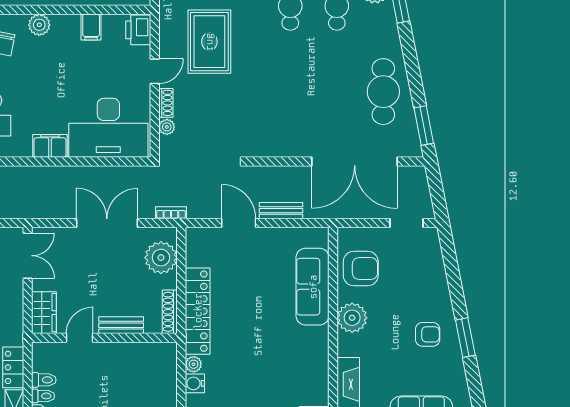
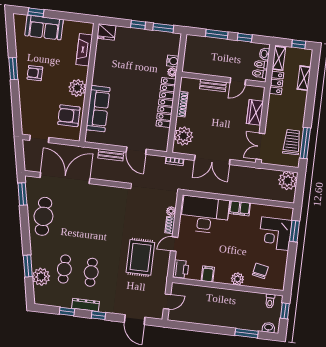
bench: (121, 325) -> (213, 86), moved
door: (80, 338) -> (238, 81), moved
wall: (104, 338) -> (223, 79), moved

